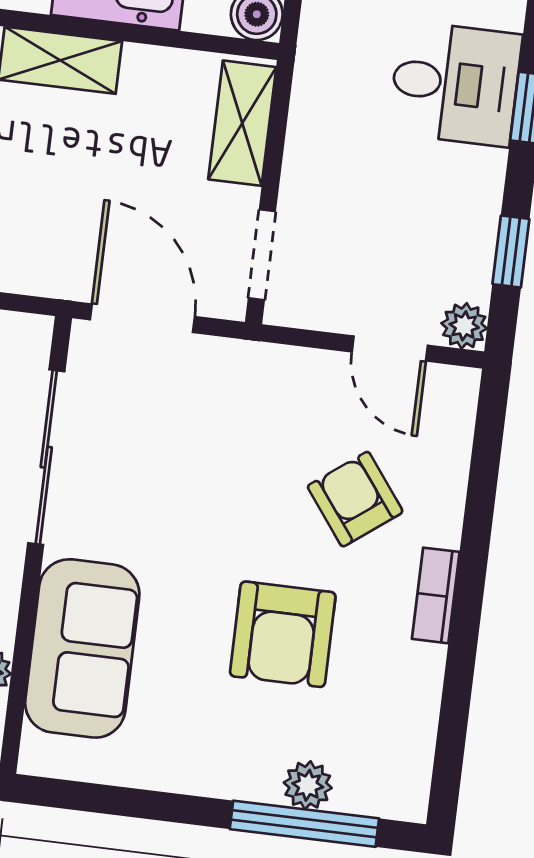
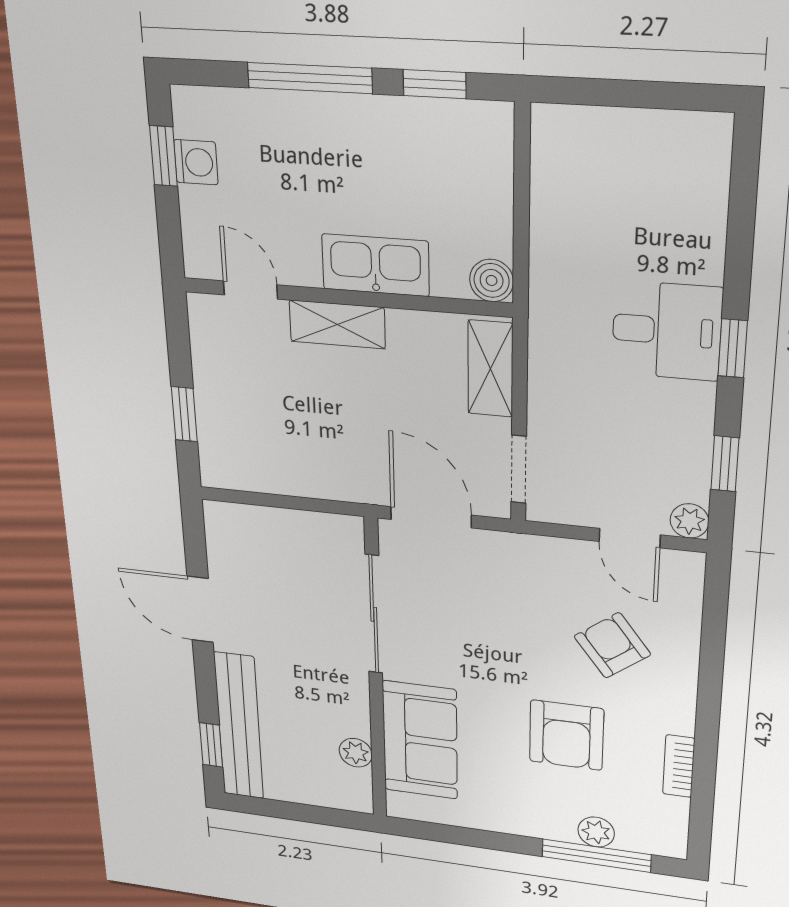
bookcase: (436, 595) -> (679, 766), moved

